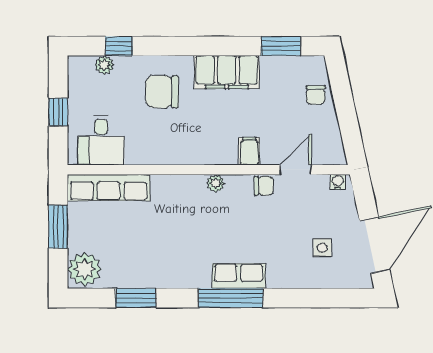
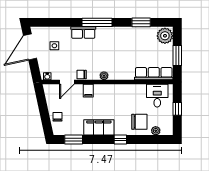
window: (119, 46) -> (120, 139), moved
chair: (162, 92) -> (139, 122), moved
row of seats: (239, 276) -> (83, 33), moved

